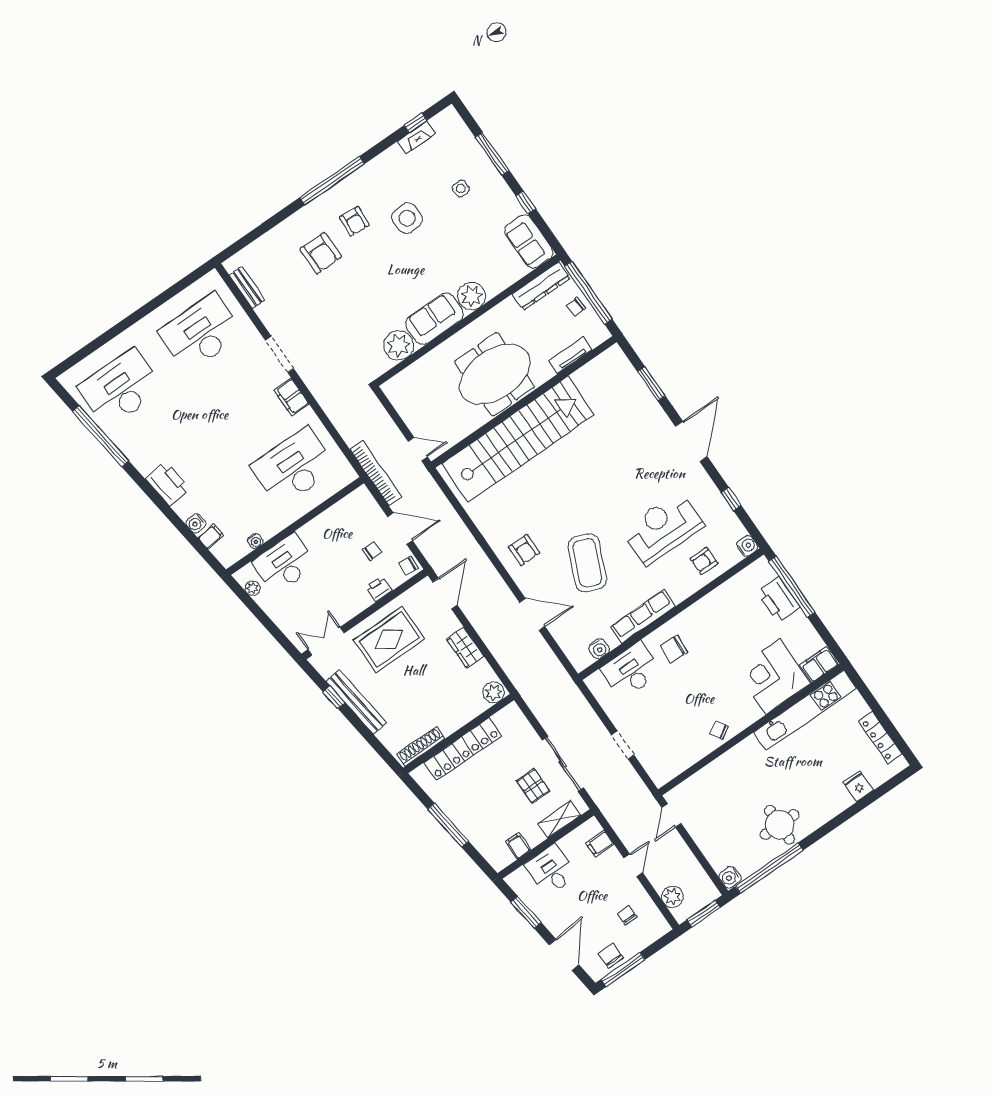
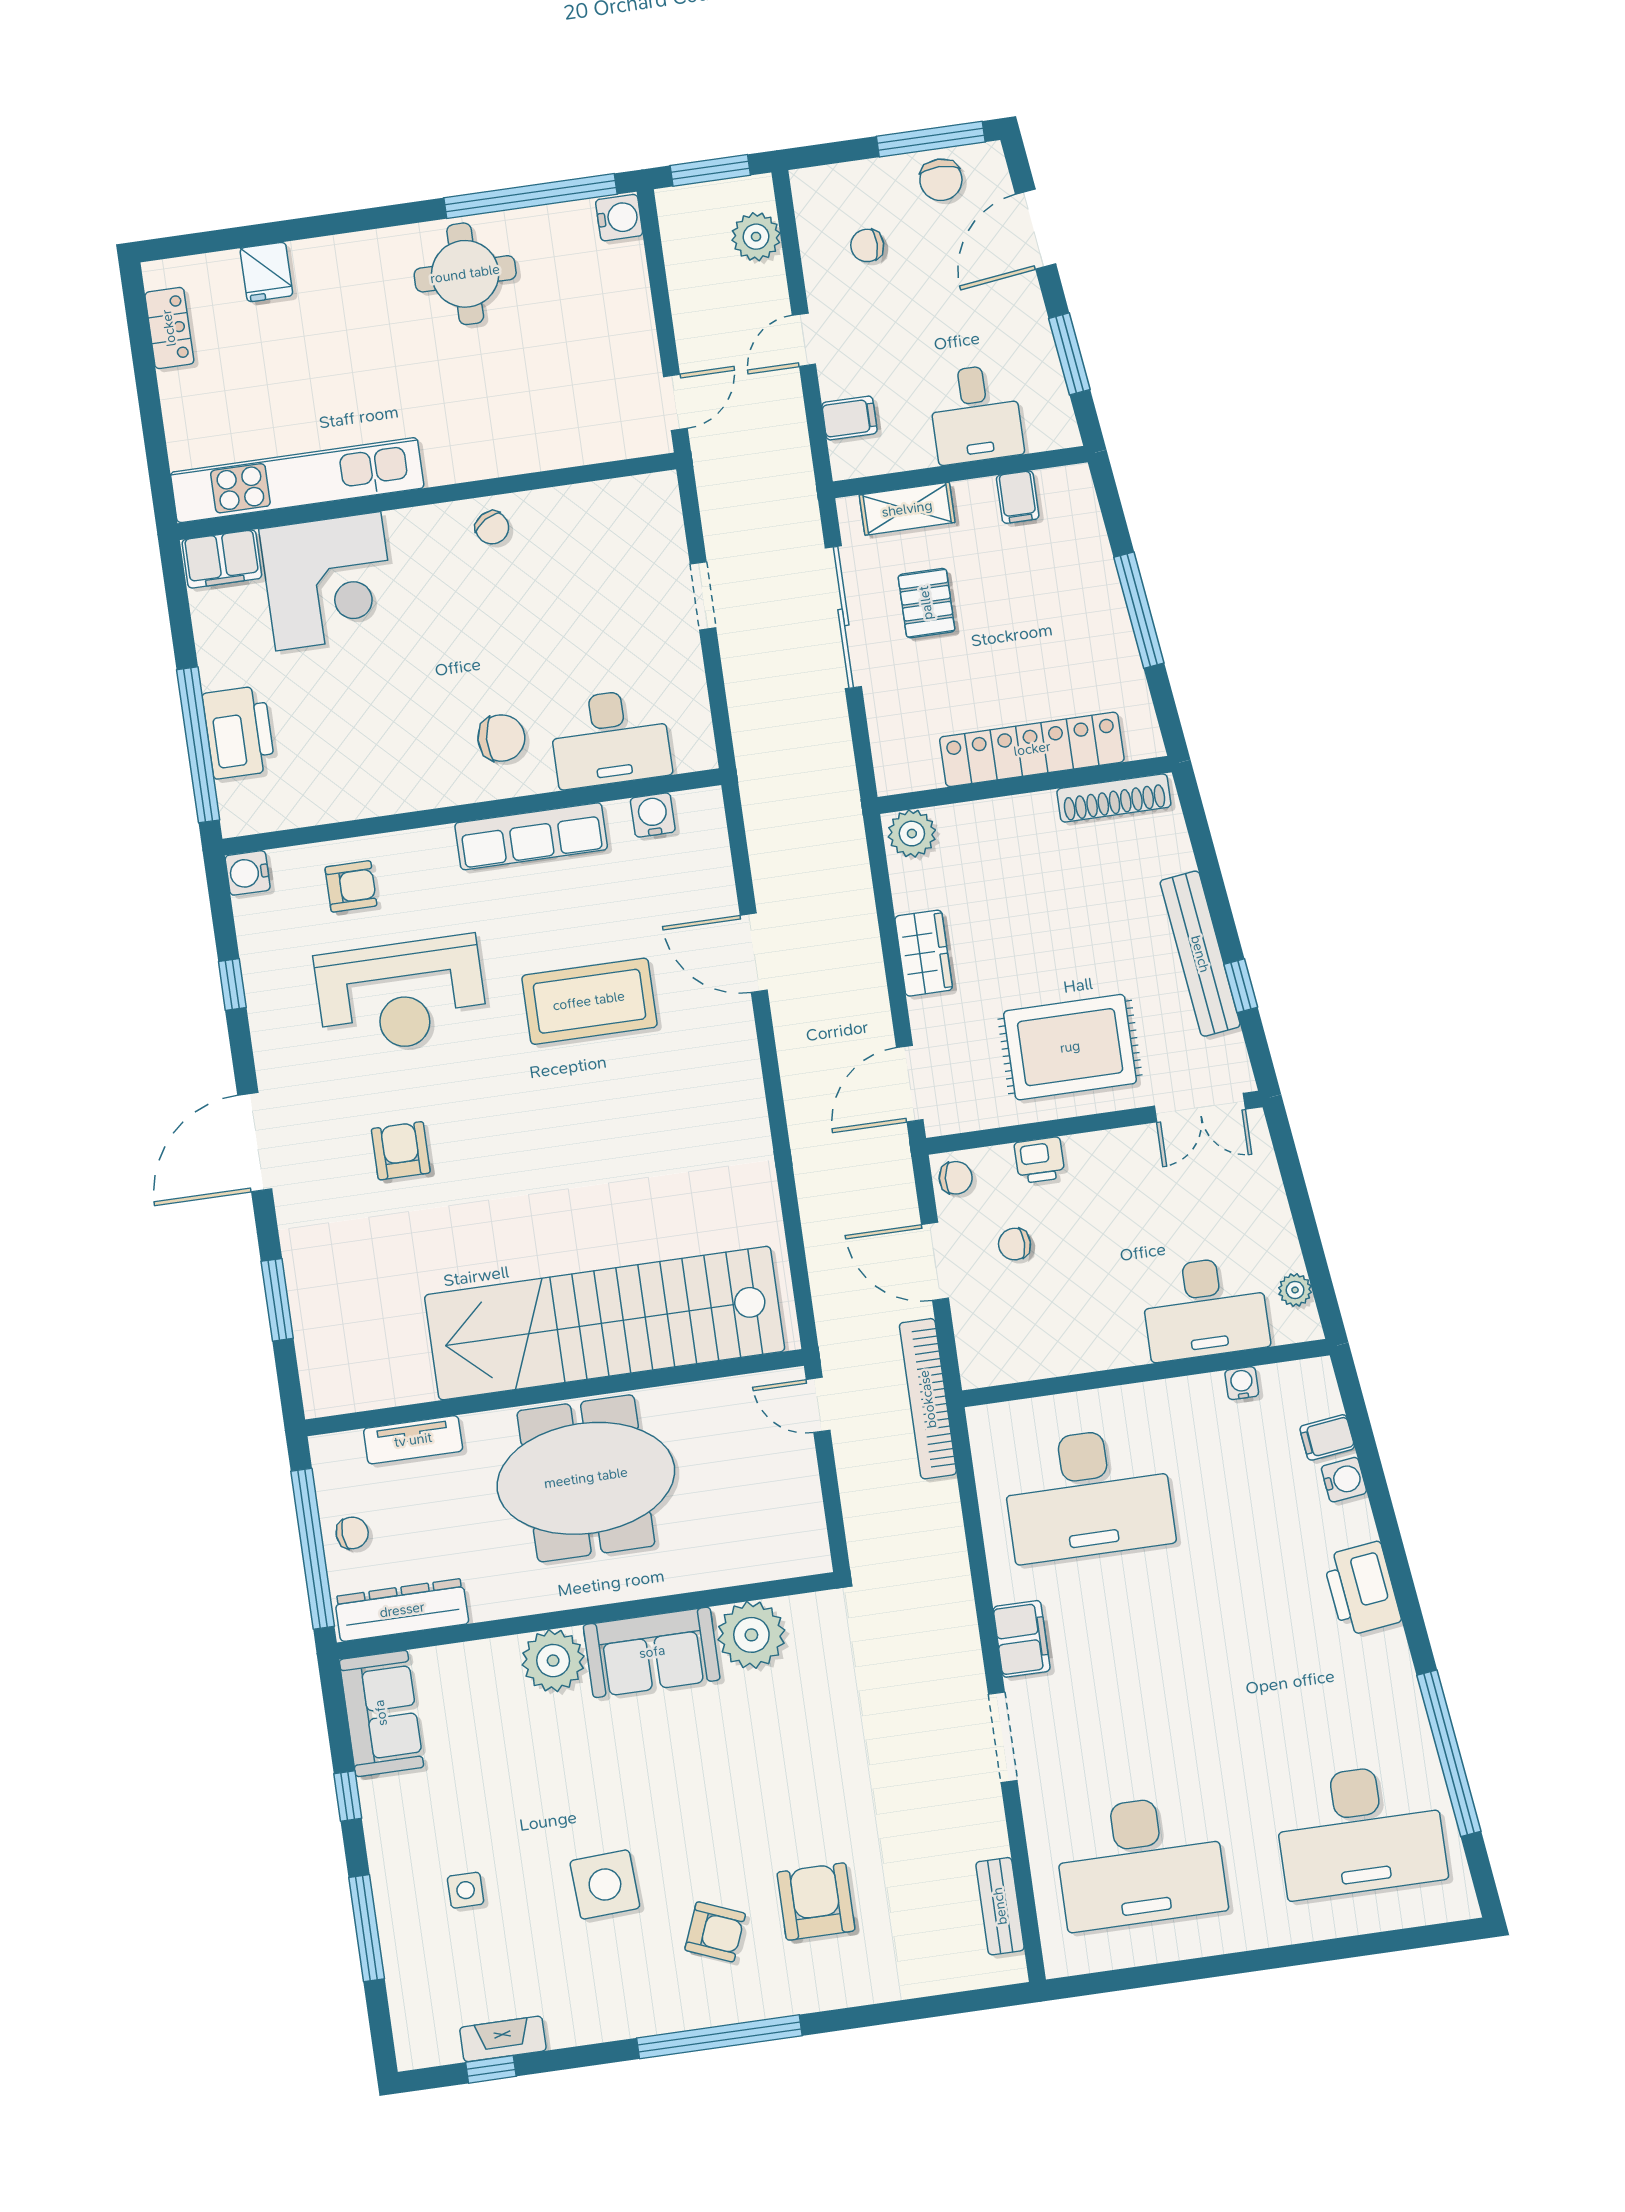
armchair: (354, 221) -> (715, 1932), turned 108
armchair: (524, 550) -> (401, 1151), moved
coffee table: (587, 563) -> (589, 1001), turned 66
locker: (880, 738) -> (169, 328), width x0.66
chair: (627, 915) -> (867, 245), turned 90

